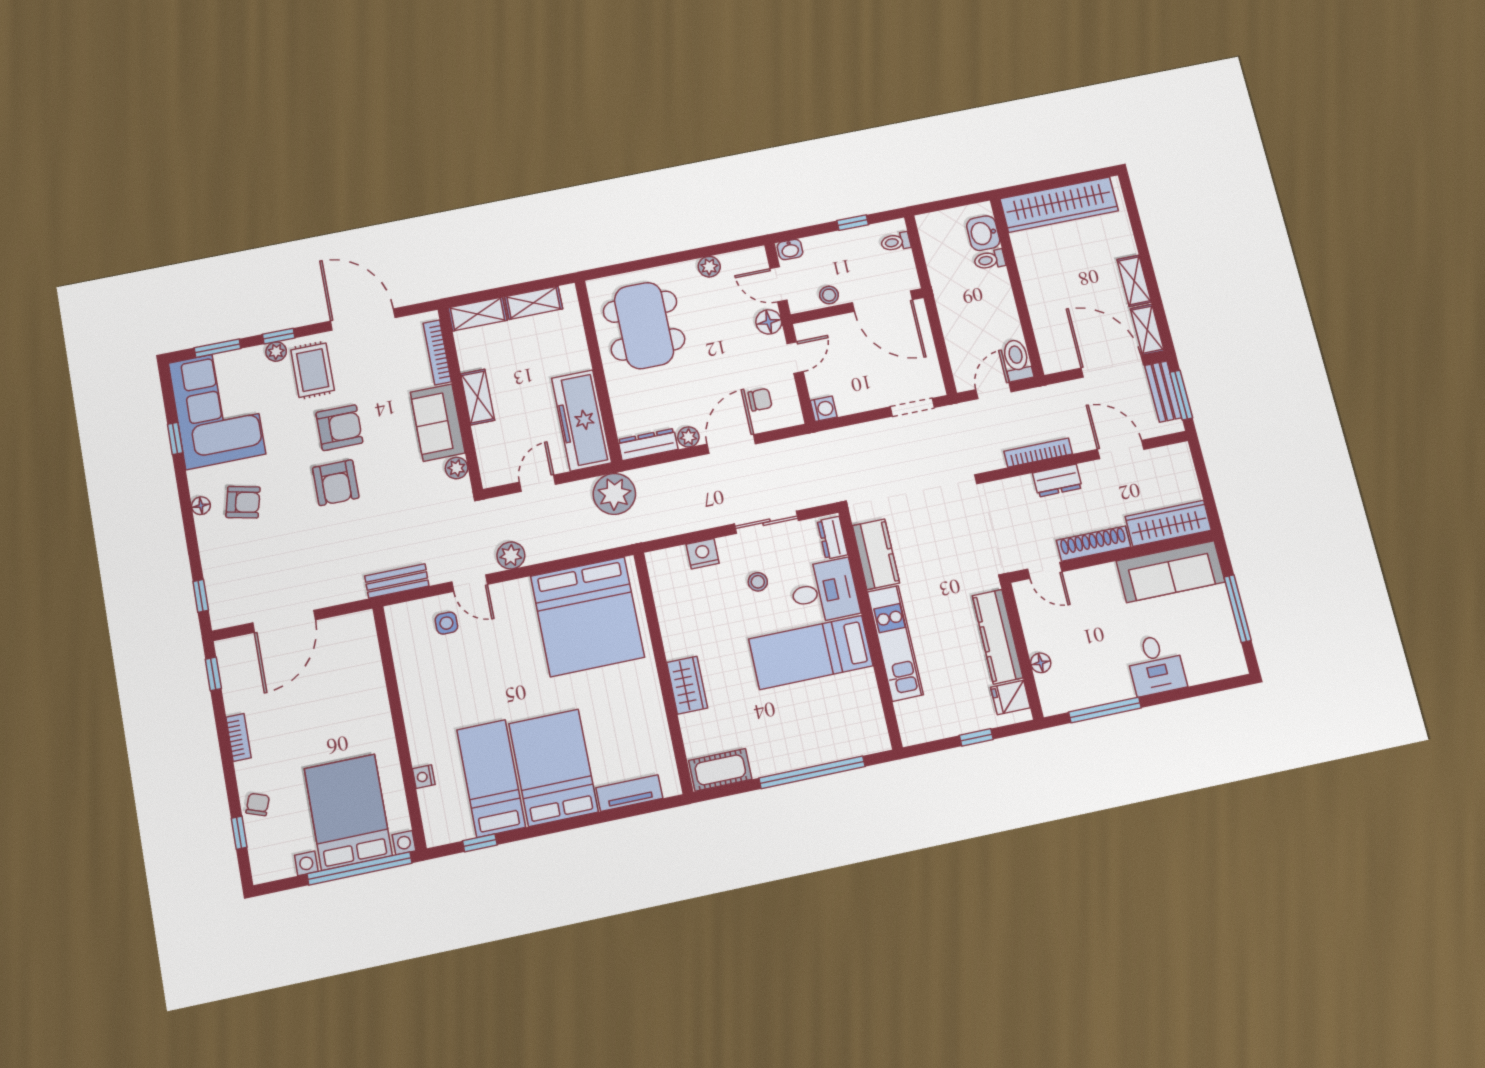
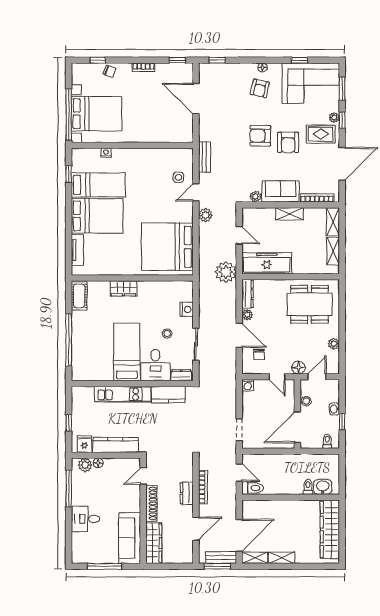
washbasin: (790, 249) -> (334, 409), moved
plant: (1051, 688) -> (85, 465), added

